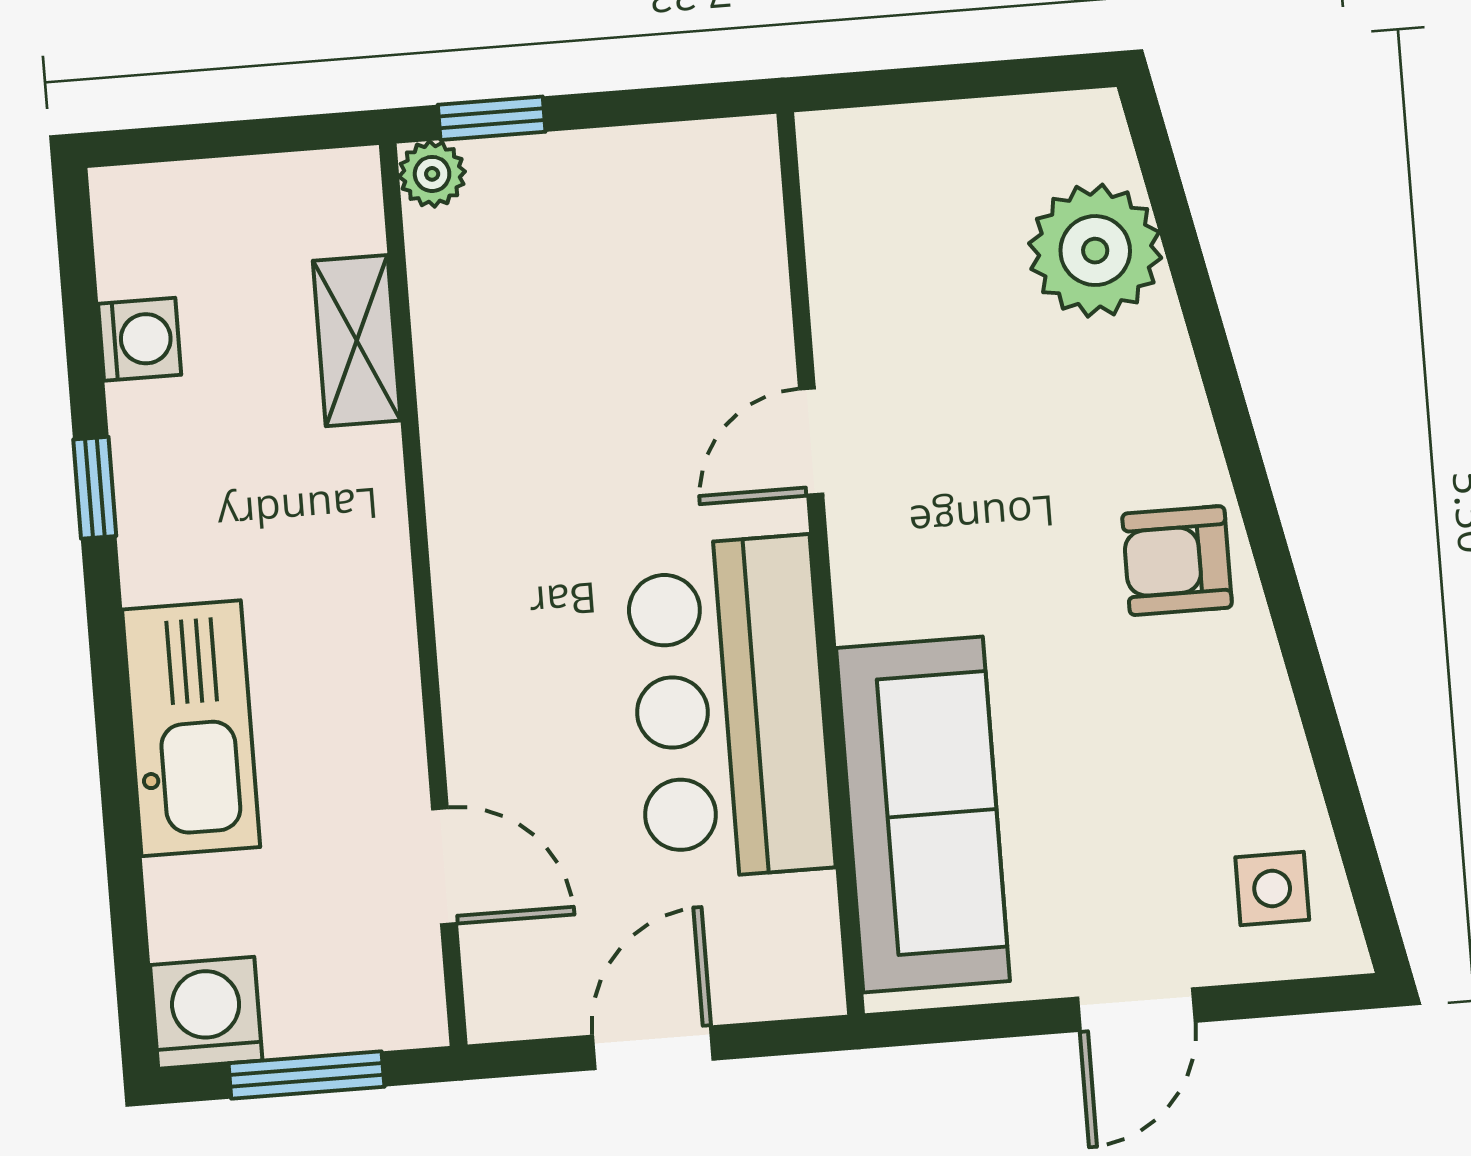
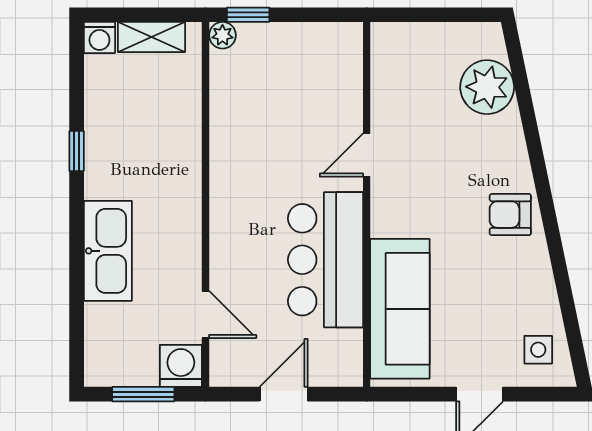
washing machine: (140, 339) -> (99, 37), moved, turned 90
shelving: (357, 341) -> (152, 37), moved, turned 90
washing machine: (206, 1013) -> (181, 366), moved

